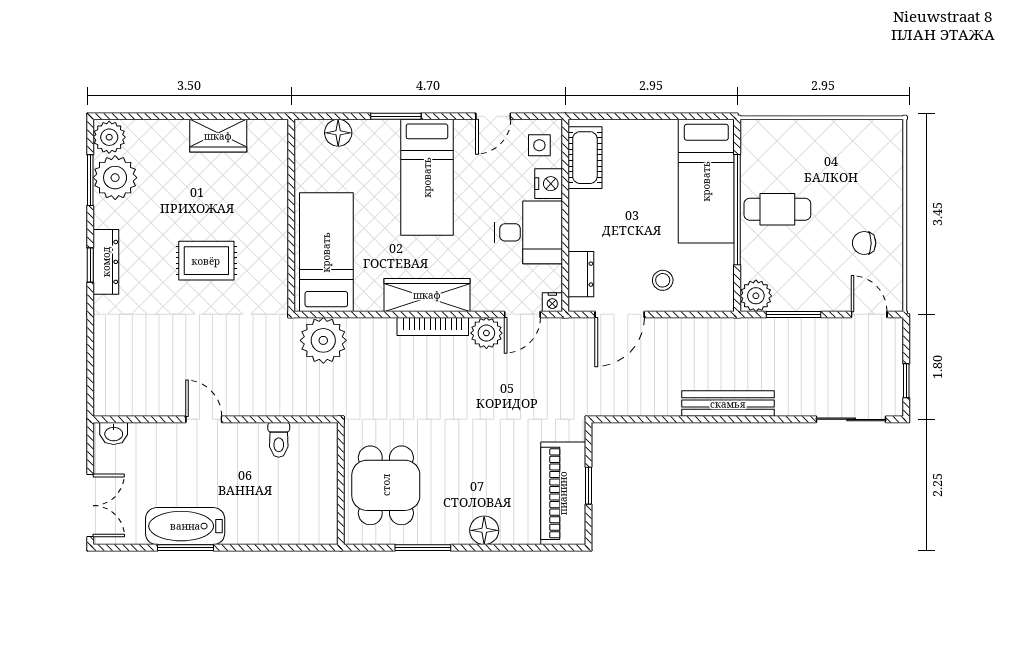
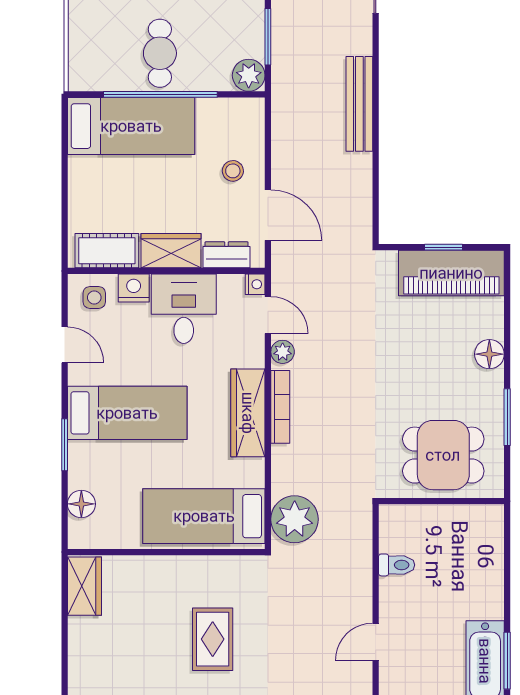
wardrobe: (218, 136) -> (84, 586), moved
wardrobe: (585, 220) -> (171, 251), added
plant: (486, 333) -> (283, 352), width x0.73, depth x0.73

